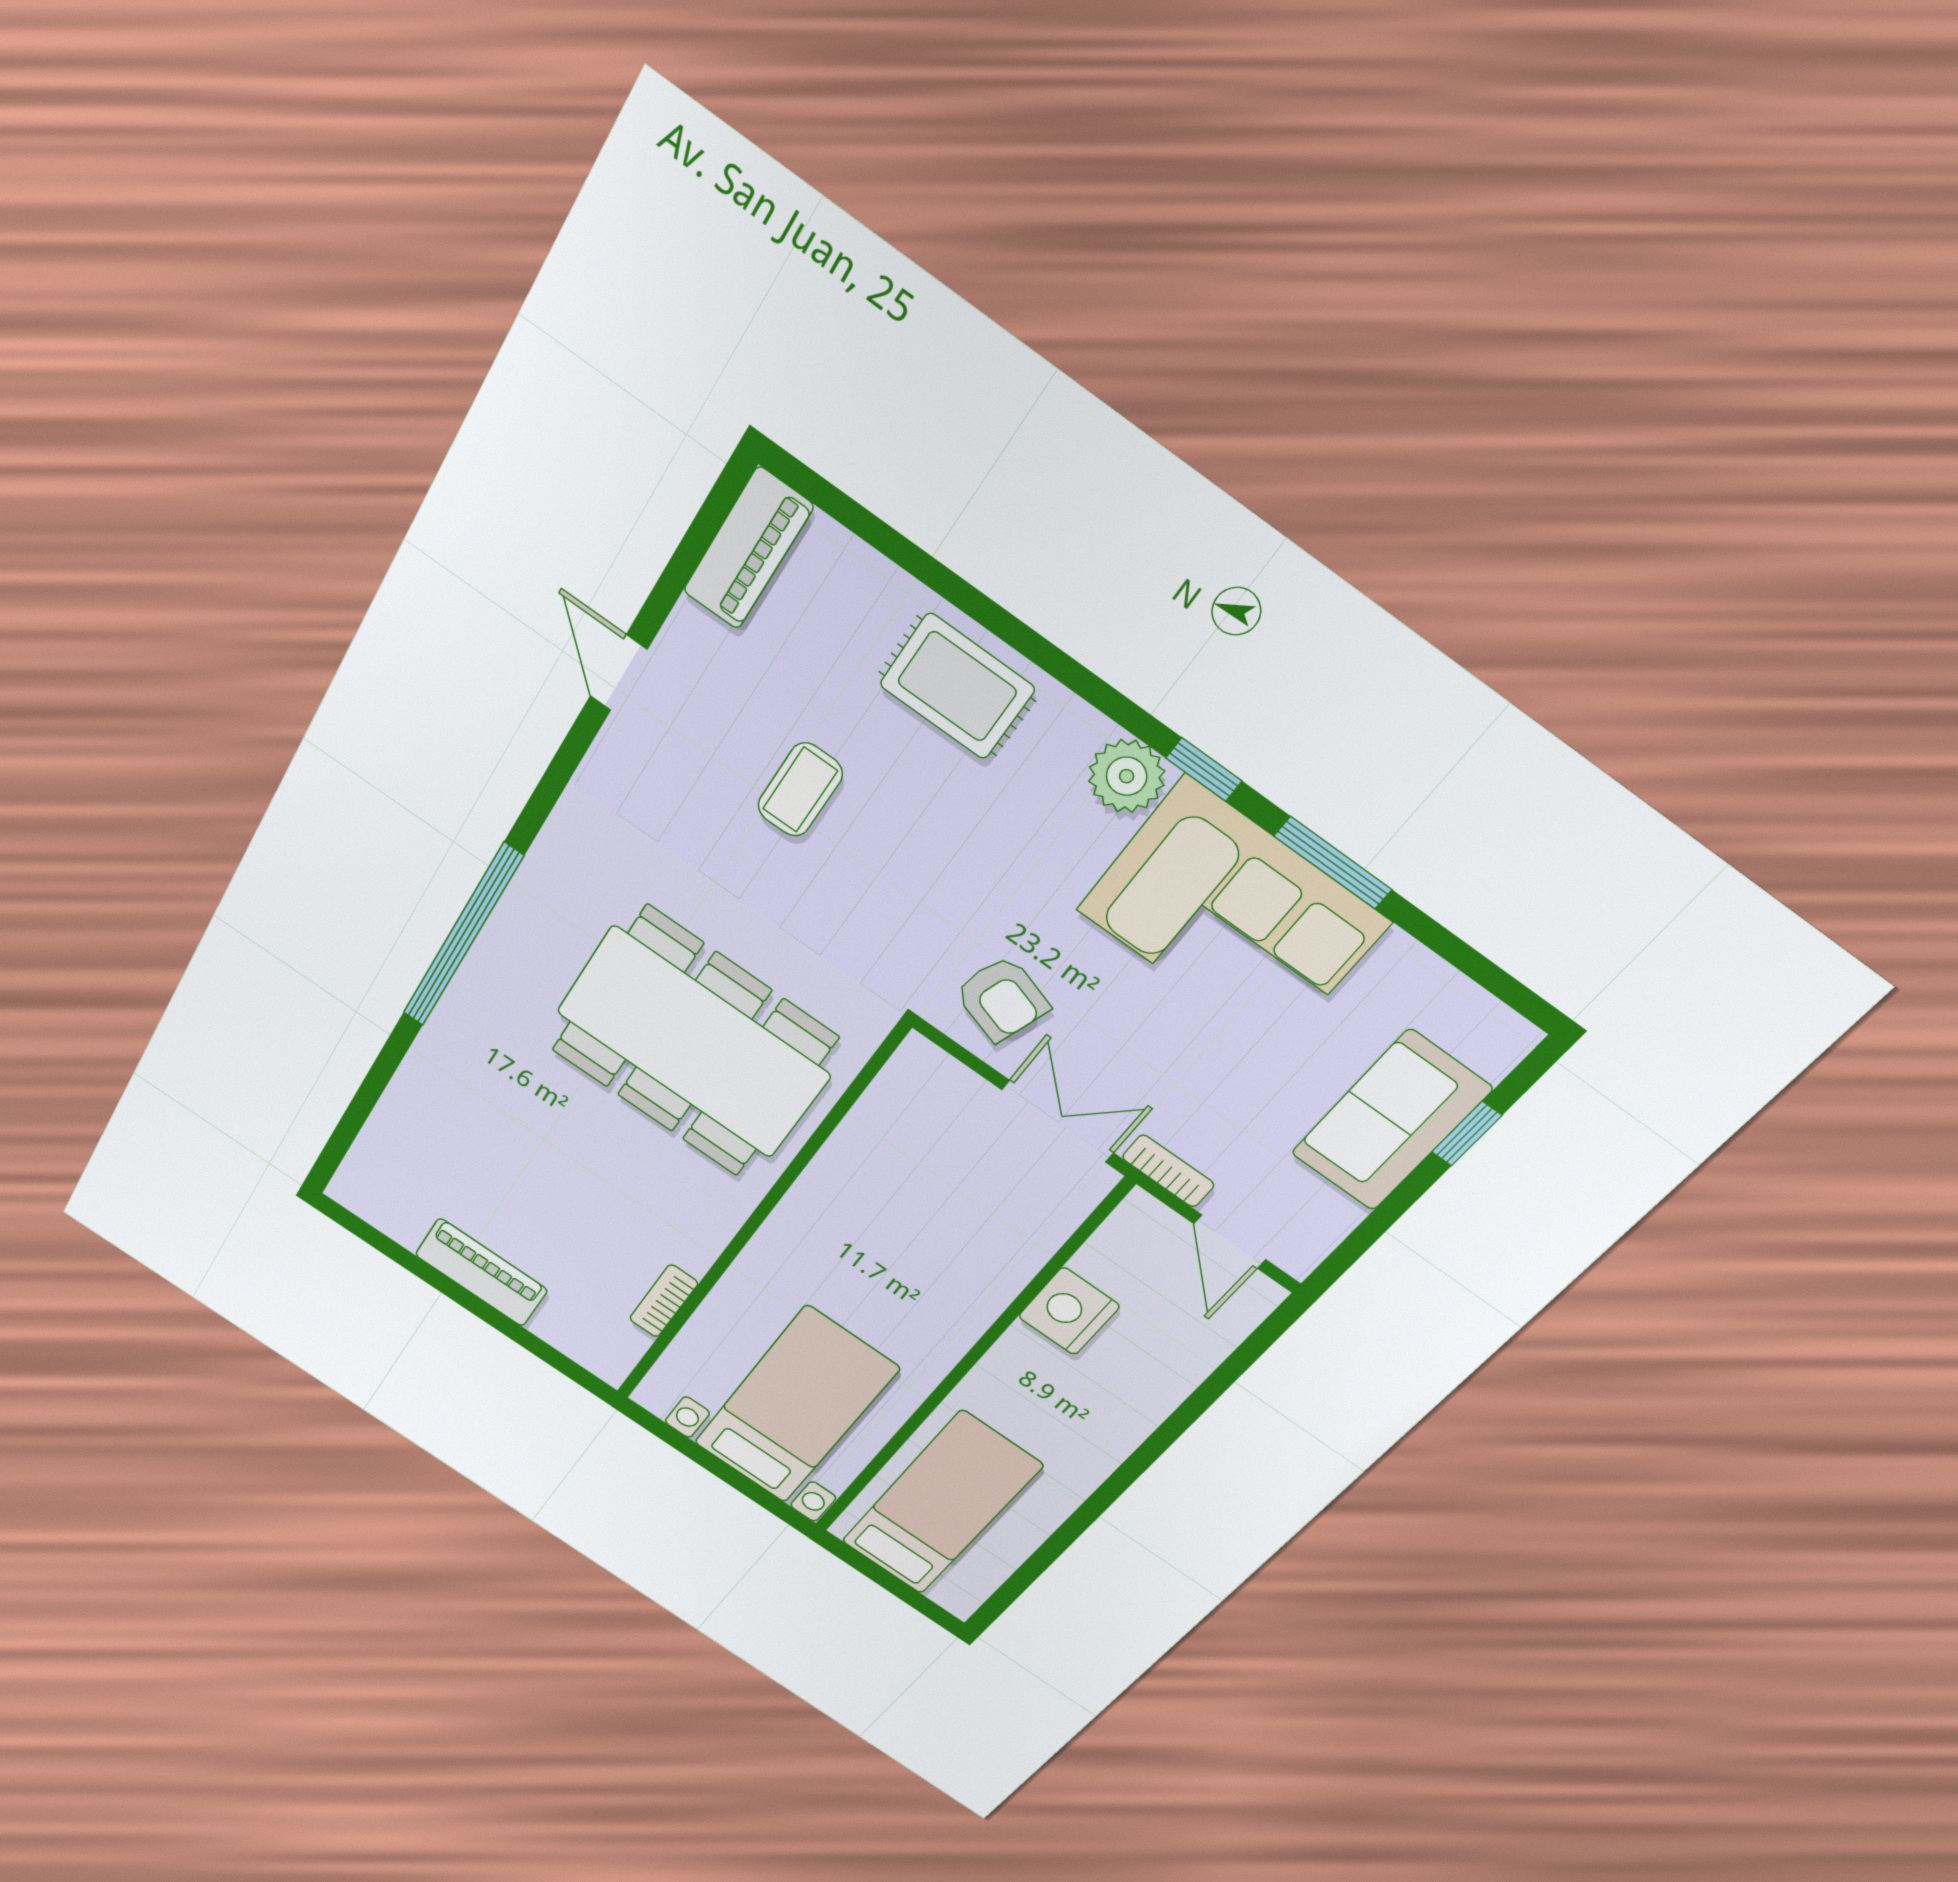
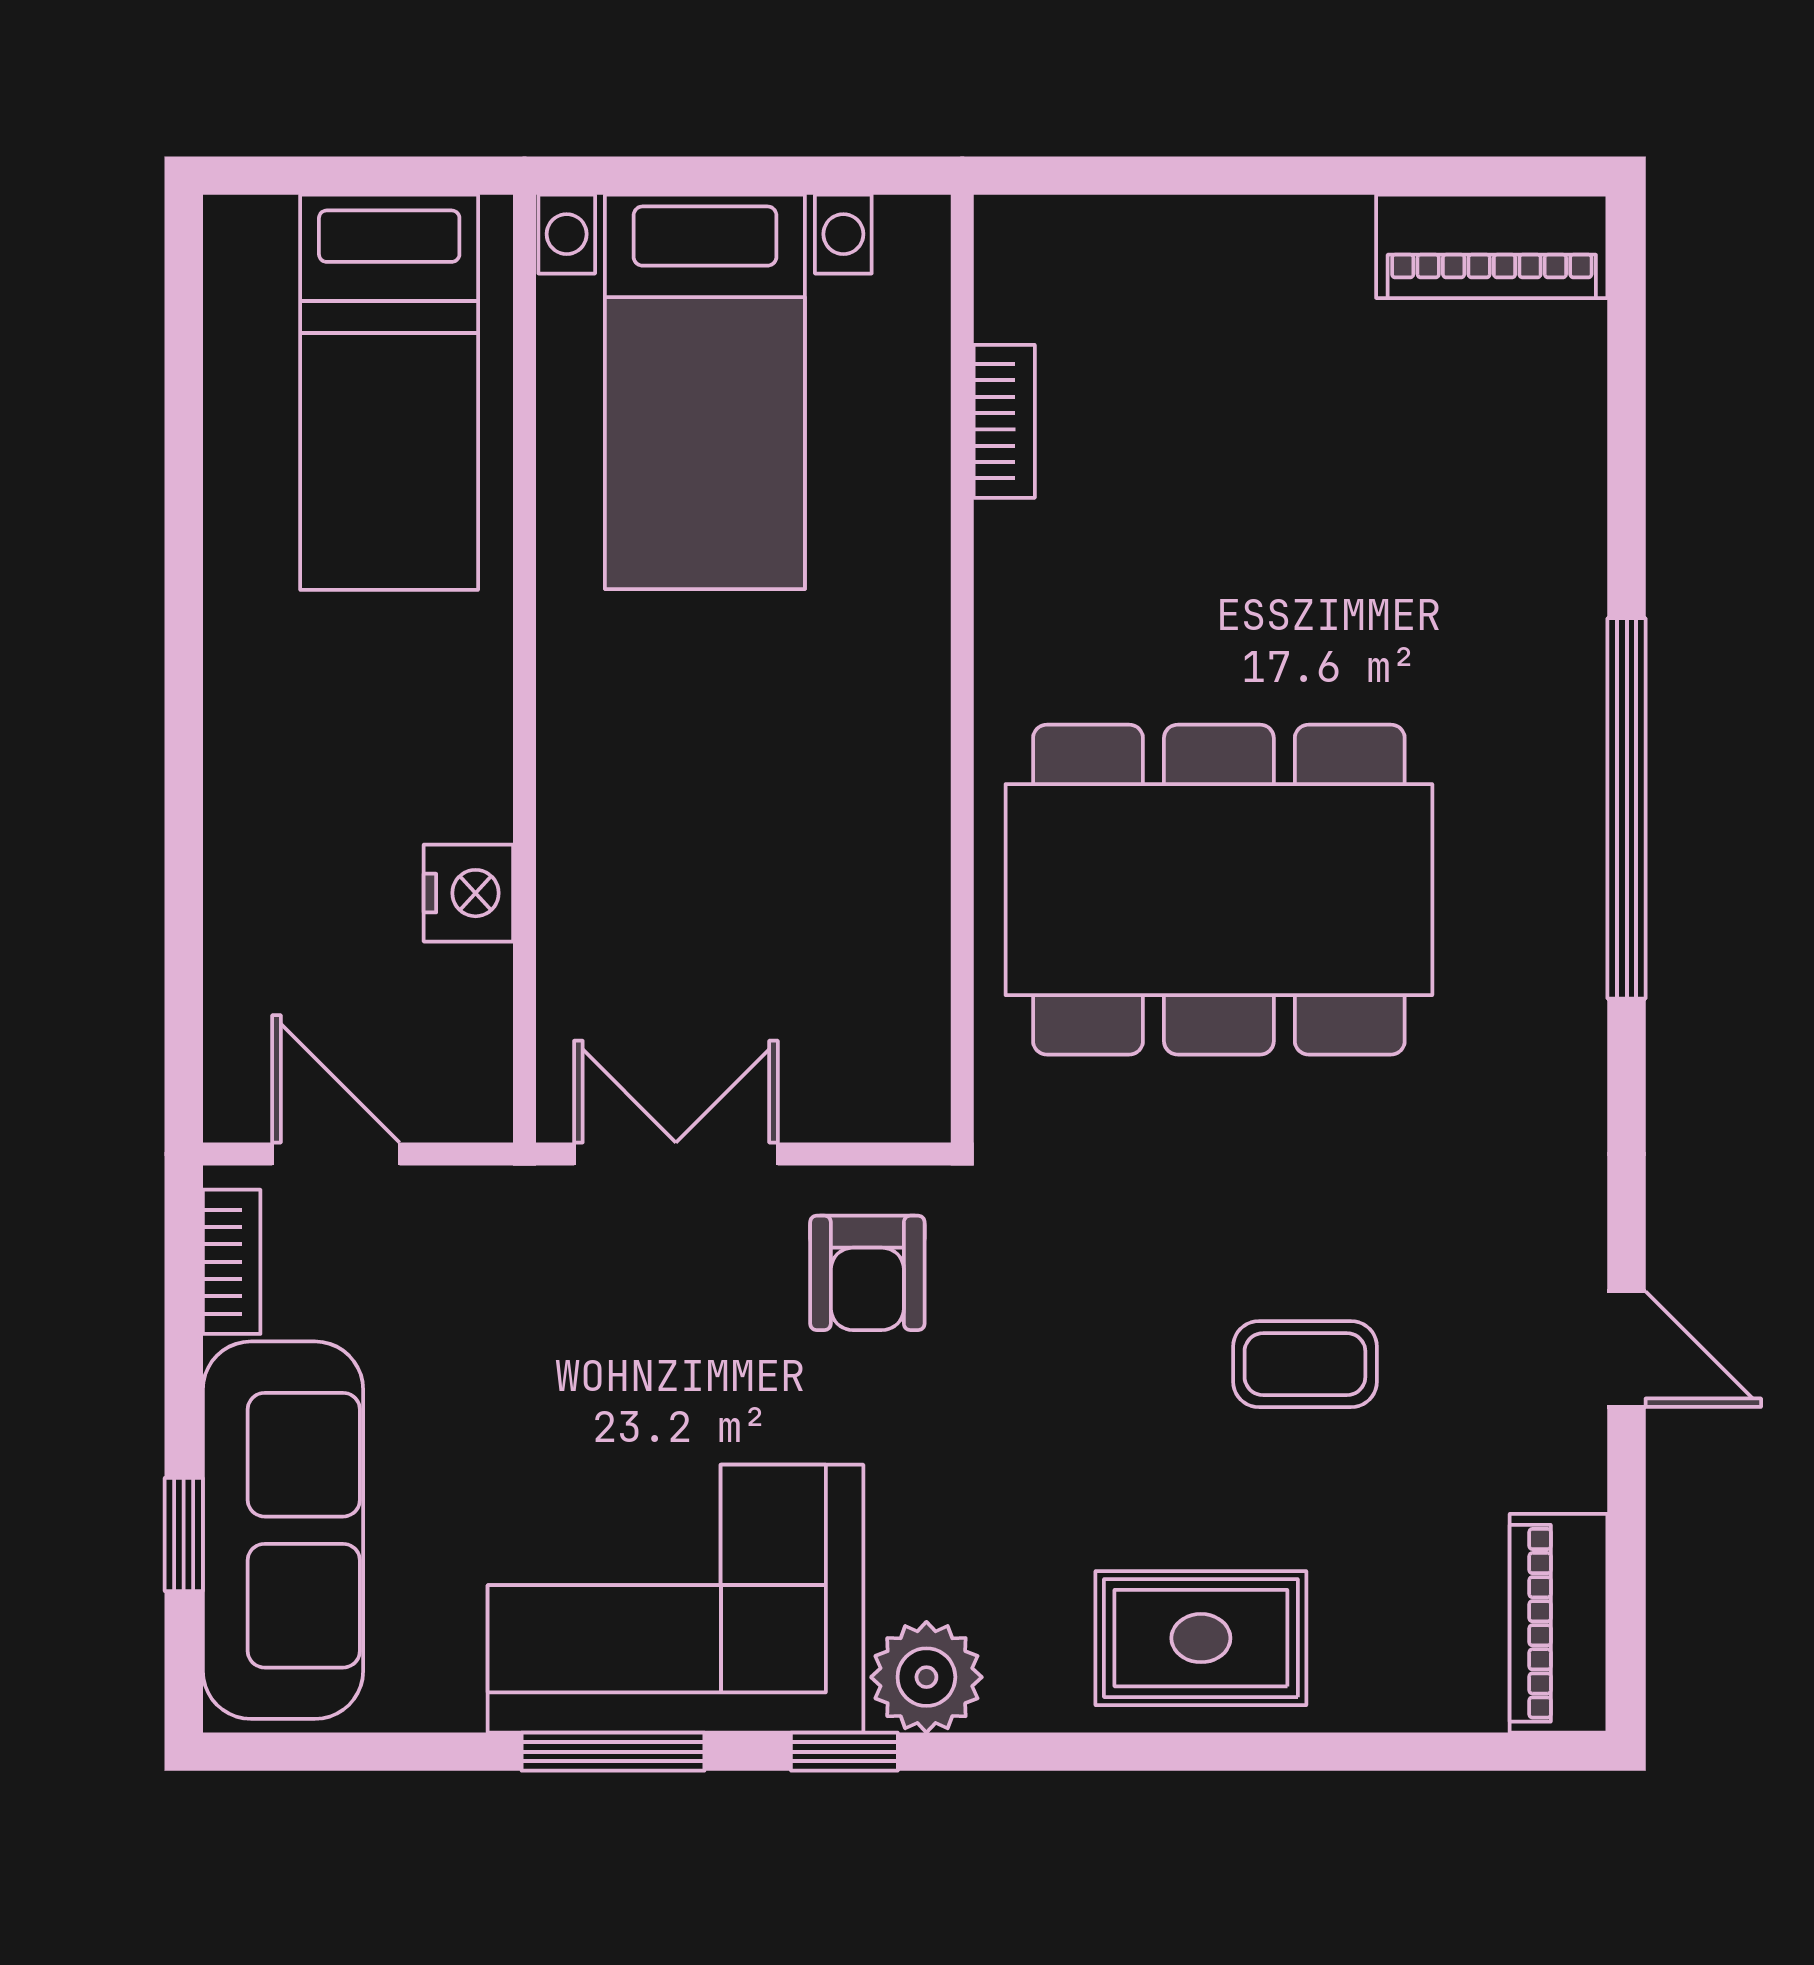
coffee table: (800, 790) -> (1305, 1364), turned 90
armchair: (1002, 999) -> (867, 1273), turned -108
double door: (1058, 1121) -> (676, 1154), swing flipped
sofa: (1391, 1121) -> (283, 1530), width x1.36
bookcase: (1168, 1171) -> (232, 1262), moved, turned -90
piano: (481, 1273) -> (1492, 246), moved
nightstand: (1069, 1311) -> (468, 893), width x0.74, depth x0.75

